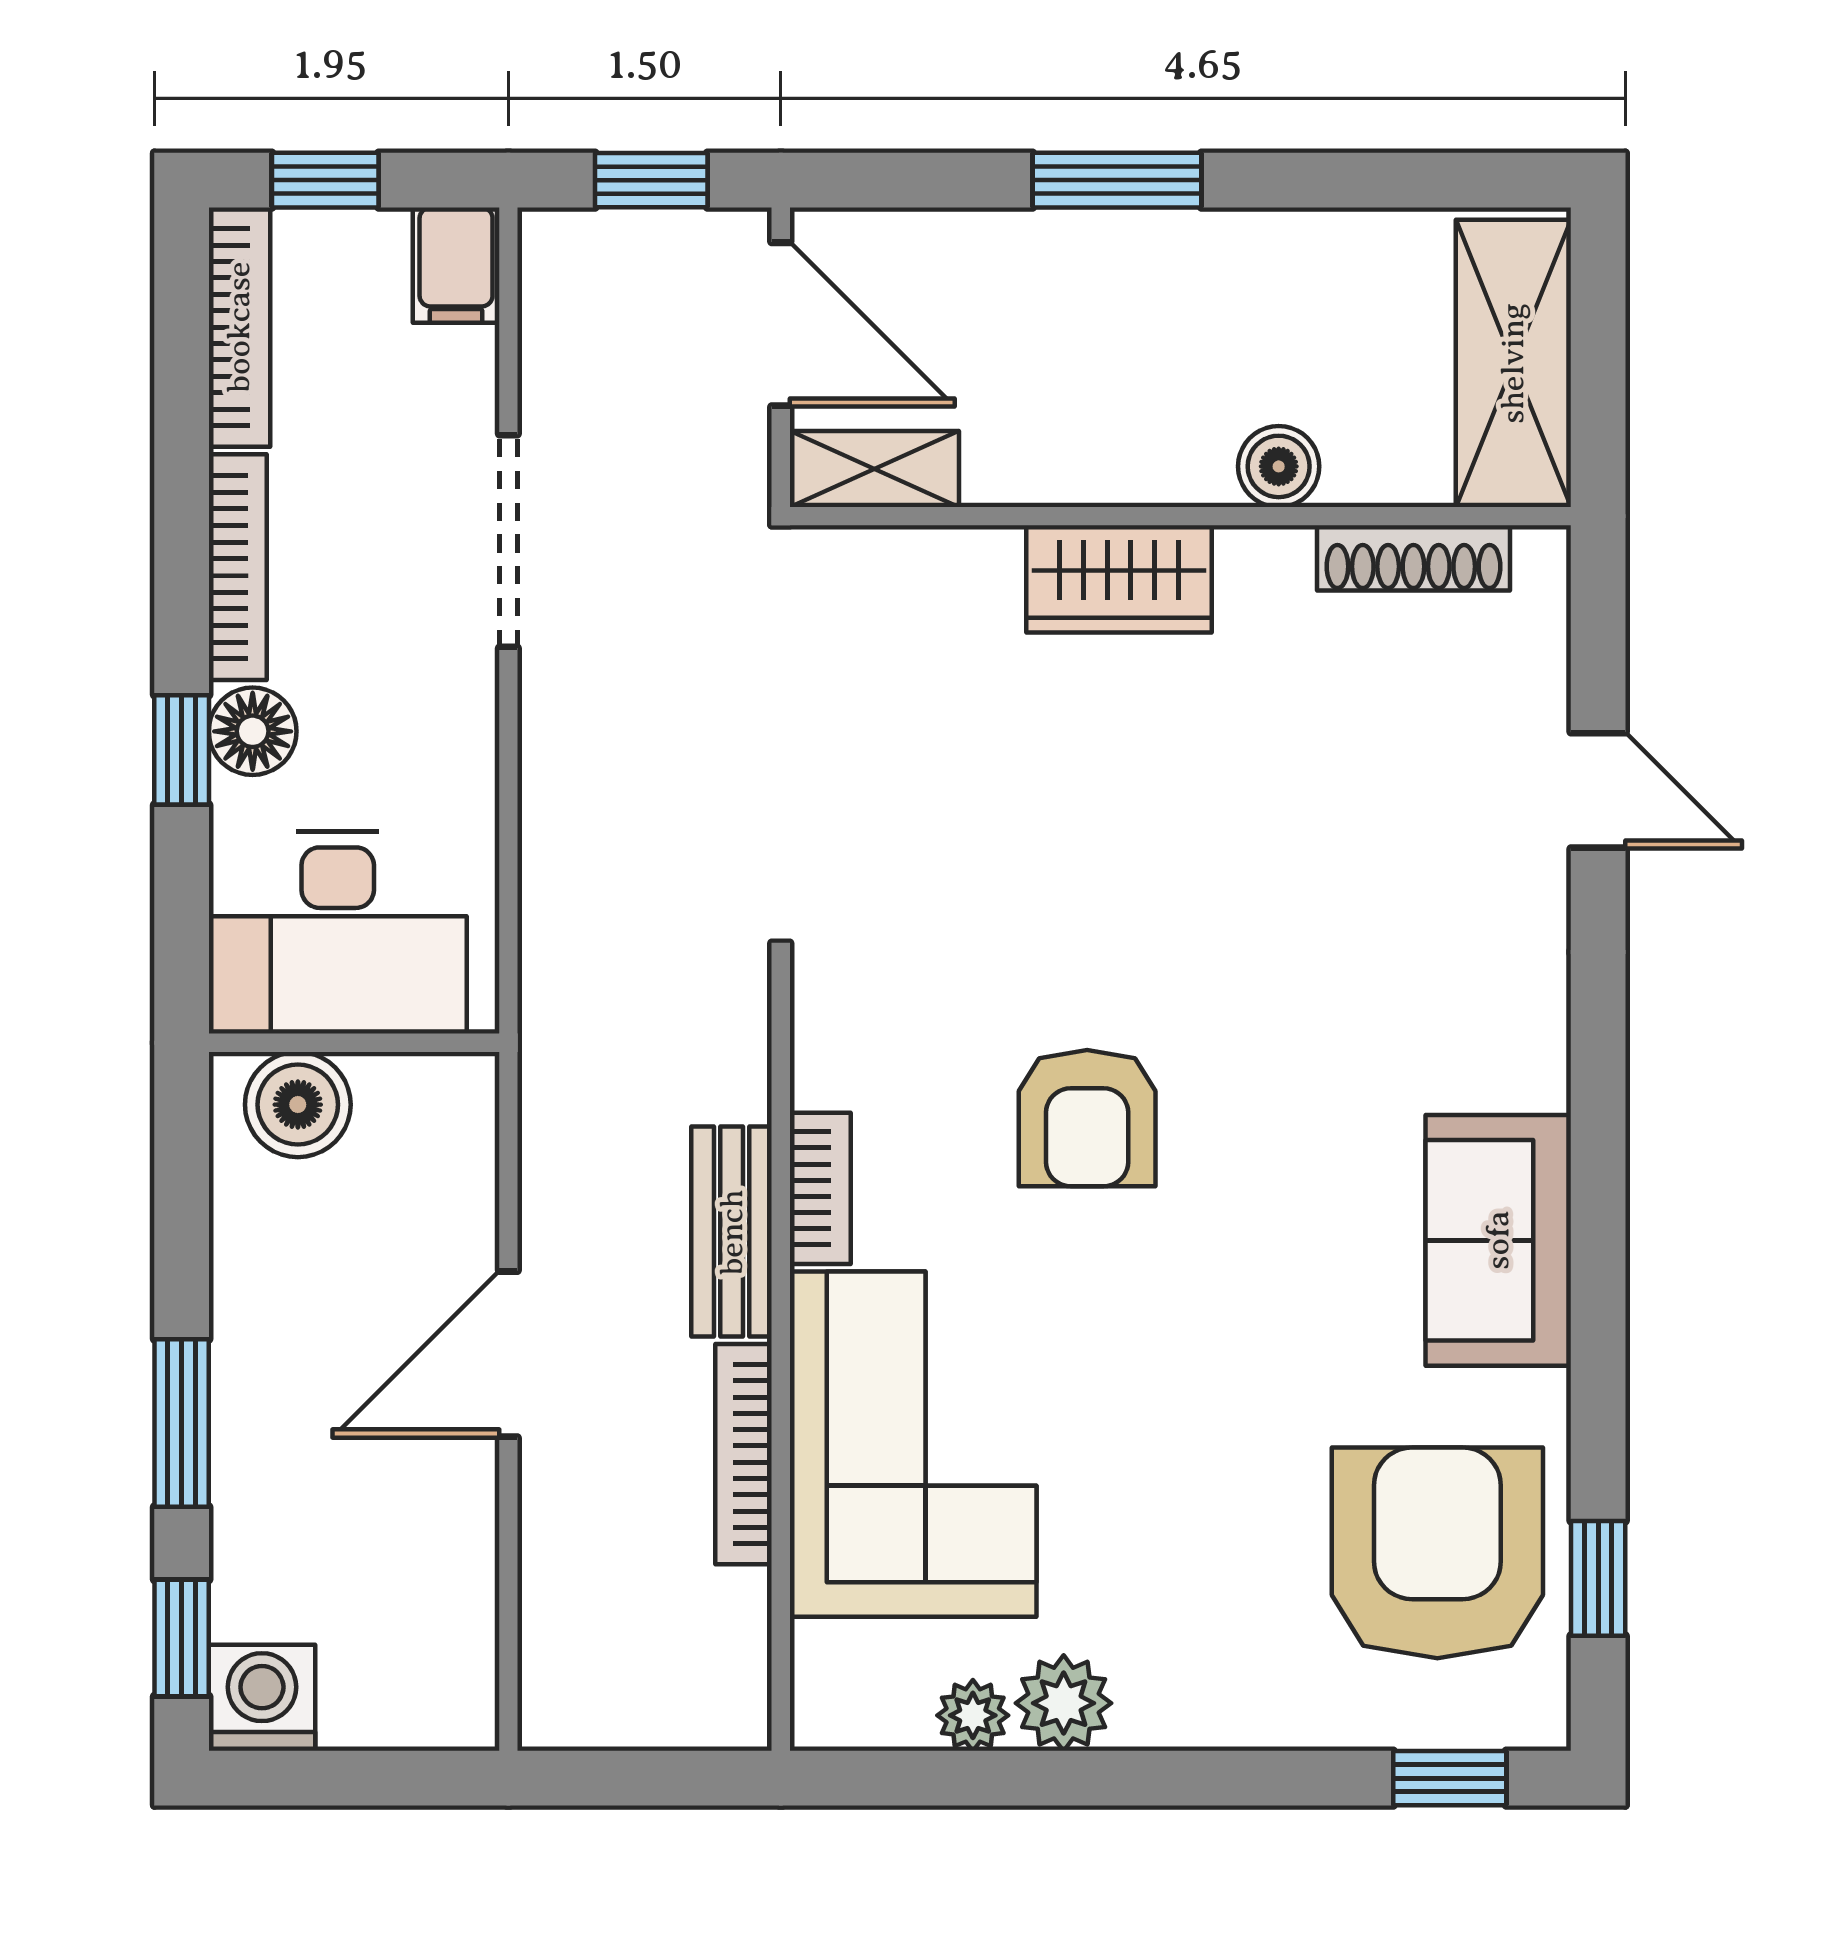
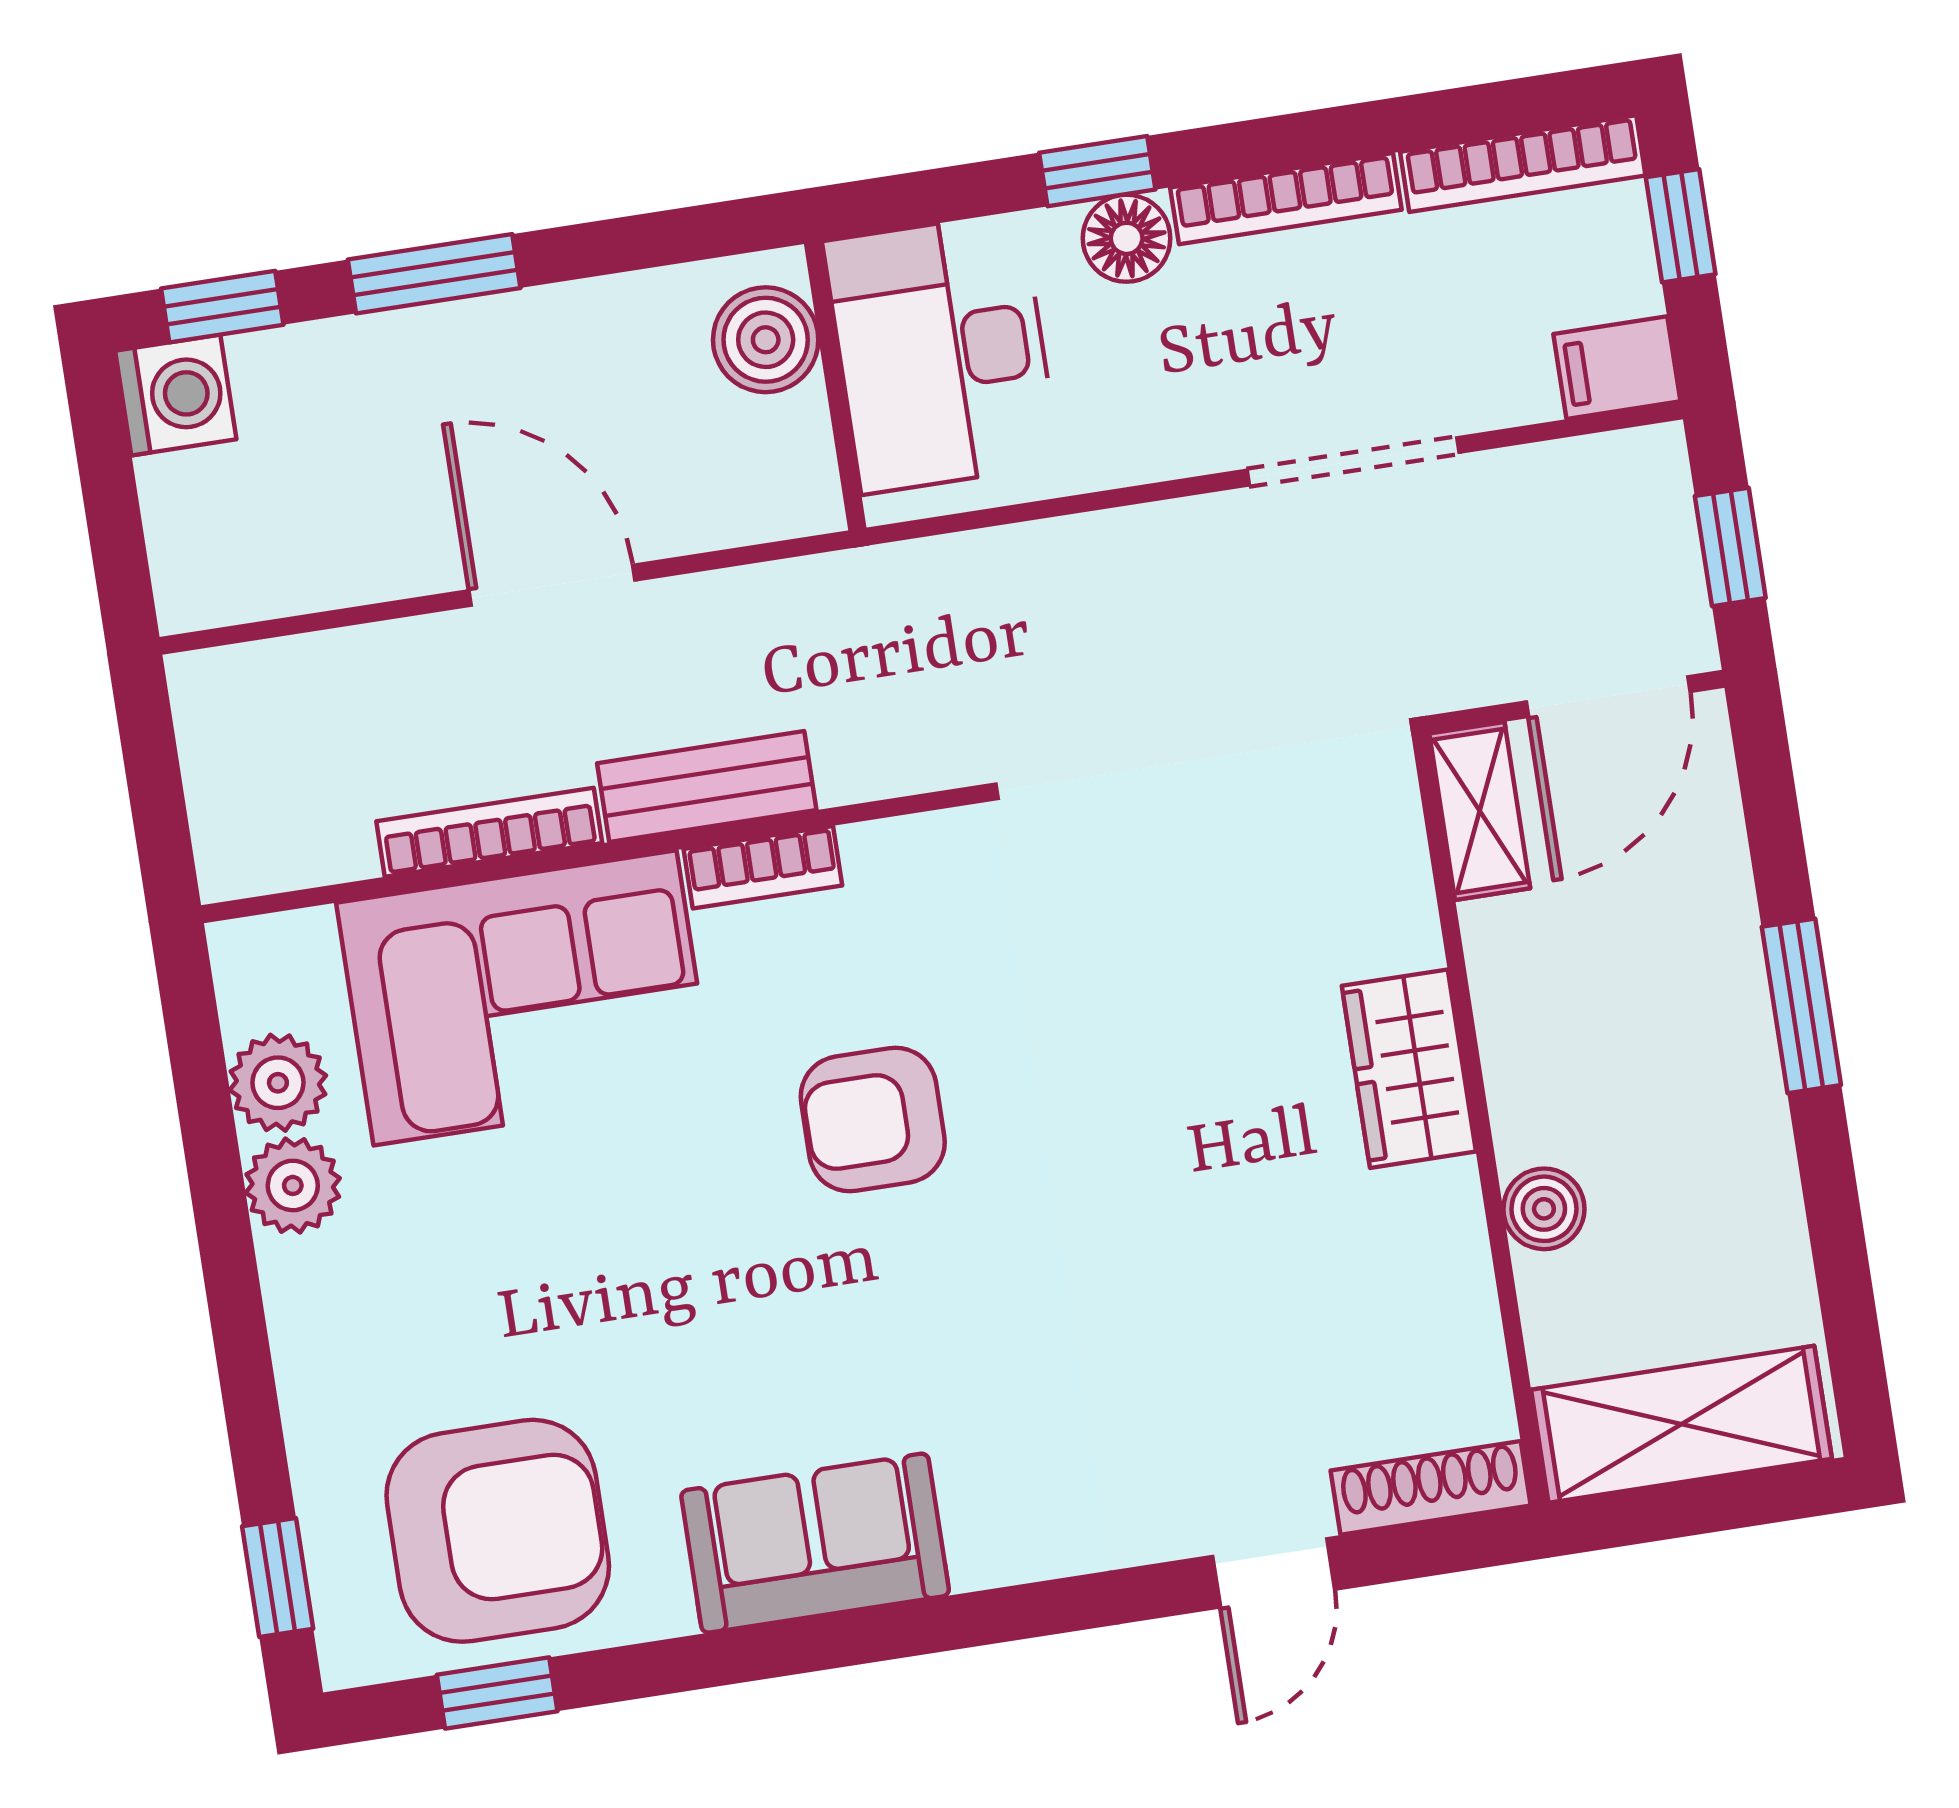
shoe rack: (1413, 558) -> (1431, 1488), moved, turned 90
plant: (973, 1715) -> (278, 1083), width x1.38, depth x1.38

